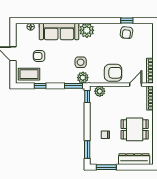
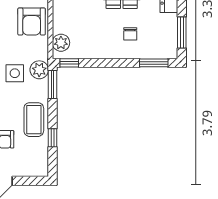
armchair: (113, 73) -> (32, 21), turned 180
coffee table: (29, 74) -> (34, 120), moved

